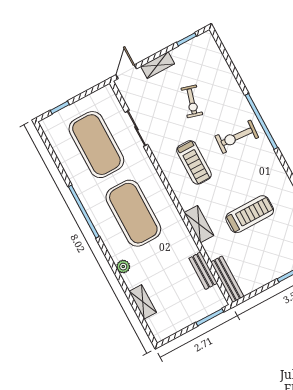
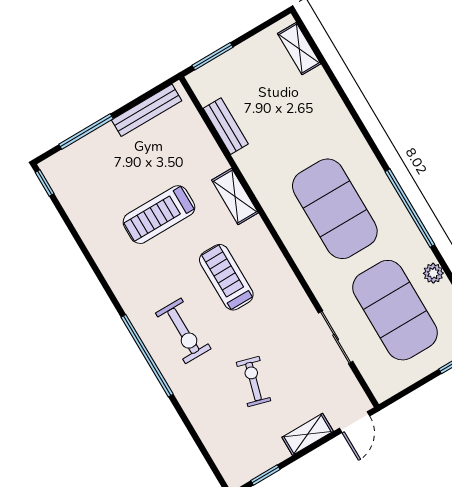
exercise bike: (237, 137) -> (183, 331), turned 86
treadmill: (194, 162) -> (226, 277), moved
plant: (123, 267) -> (433, 273), moved
bench: (227, 279) -> (147, 110), moved, turned 90
shelving: (143, 302) -> (299, 49), moved

